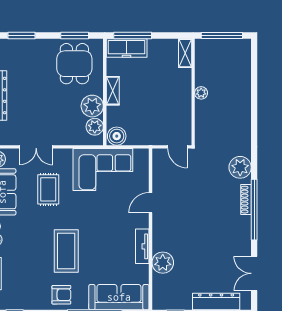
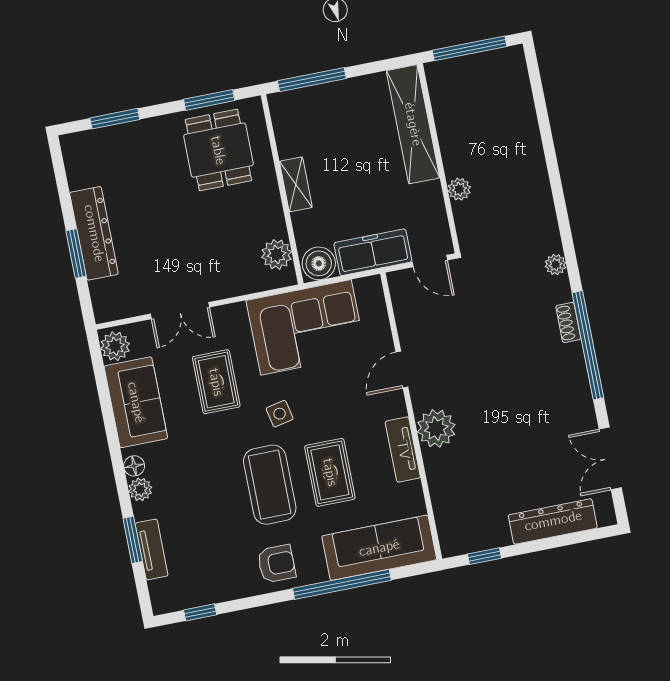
freezer: (127, 48) -> (373, 252), moved, turned 180
shelving: (185, 53) -> (413, 124), width x2.20, depth x1.33
plant: (201, 93) -> (459, 189), moved
plant: (92, 106) -> (265, 219), removed
plant: (240, 167) -> (556, 265), width x0.53, depth x0.53
shoe rack: (246, 200) -> (568, 322), width x0.70
side table: (79, 214) -> (280, 414), added
rug: (100, 251) -> (330, 472), added
plant: (163, 263) -> (436, 428), moved

